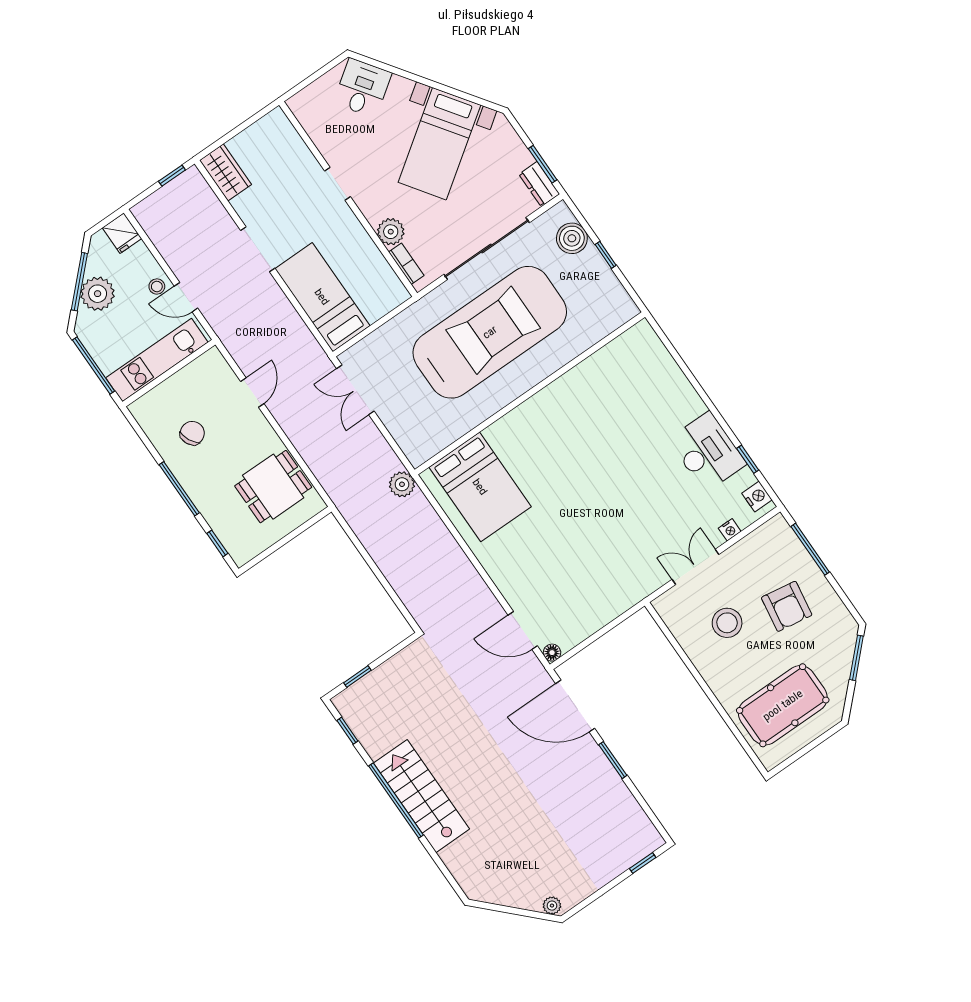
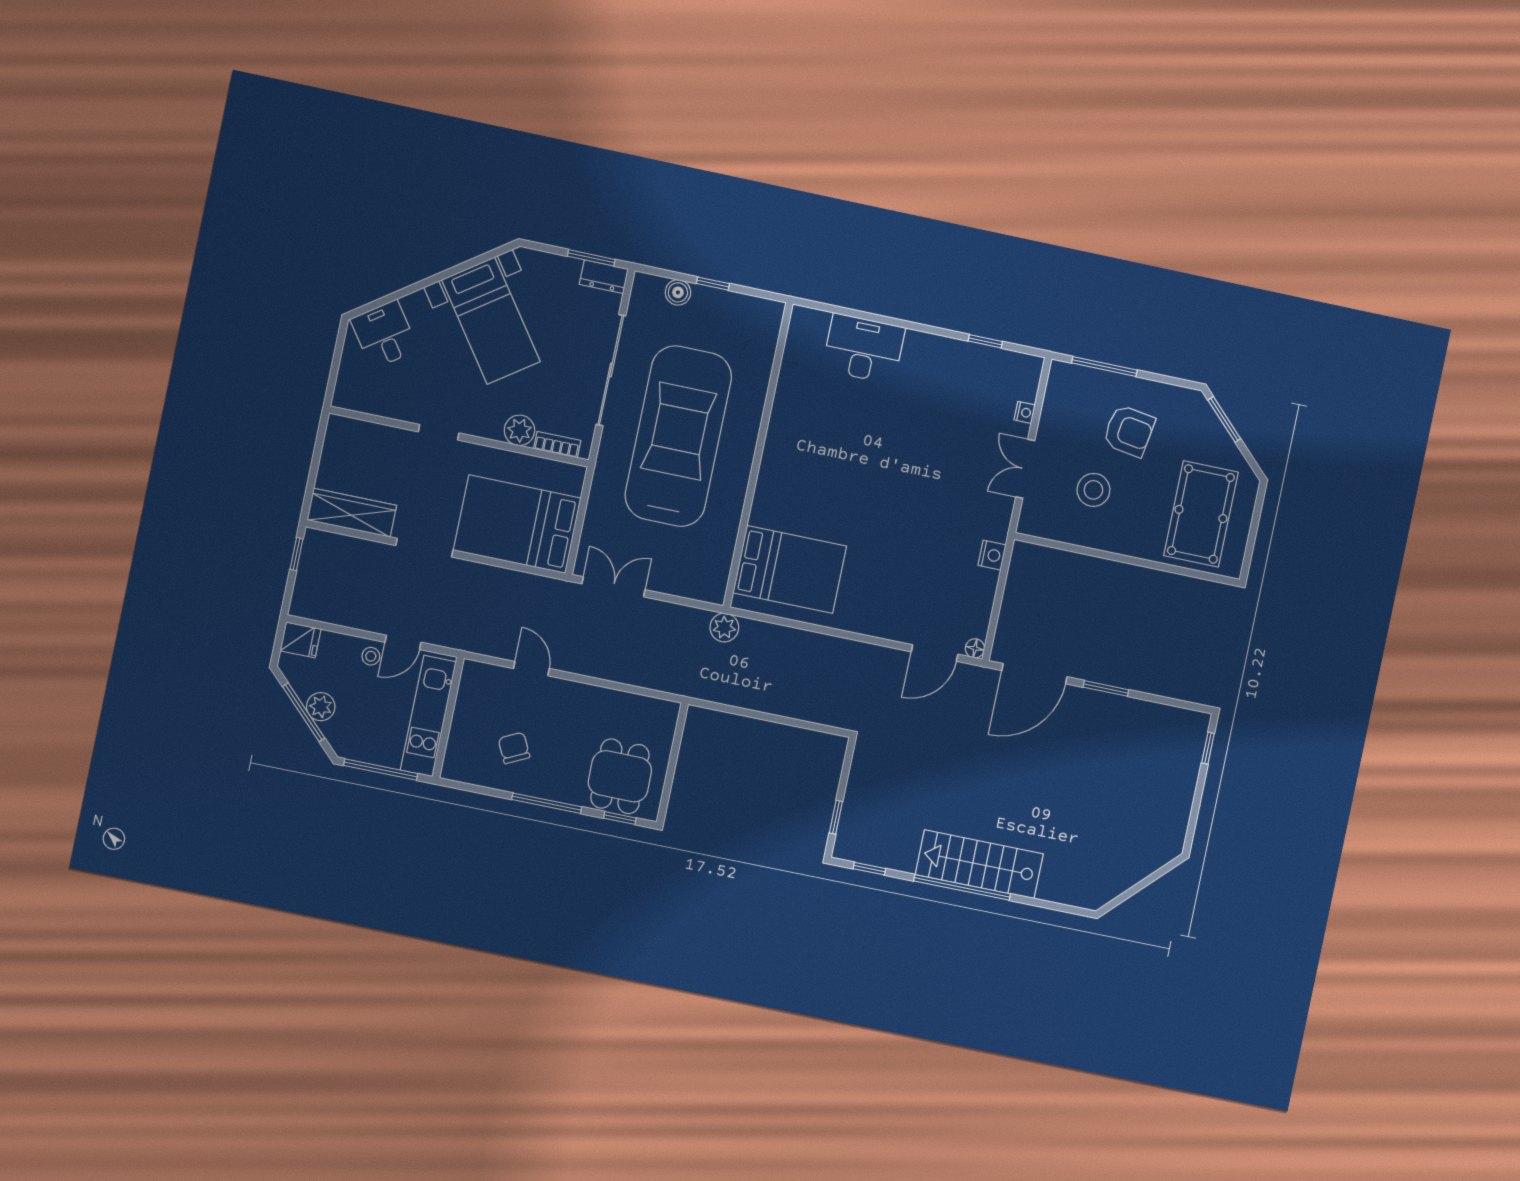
wardrobe: (225, 172) -> (352, 513), width x1.50
boiler: (572, 238) -> (678, 292), width x0.73, depth x0.73
plant: (98, 294) -> (321, 707), width x0.73, depth x0.73
bed: (322, 297) -> (517, 524), width x1.50
double door: (355, 390) -> (614, 587), swing flipped
desk: (707, 452) -> (864, 349), moved
dining table: (273, 487) -> (620, 776), moved
nightstand: (757, 497) -> (992, 555), moved, turned 90
plant: (552, 906) -> (1167, 852), removed

